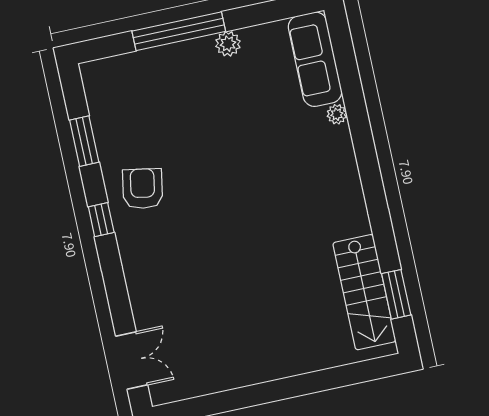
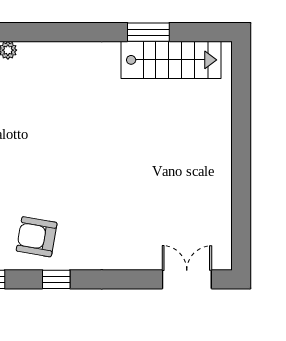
window: (396, 294) -> (148, 32), moved

